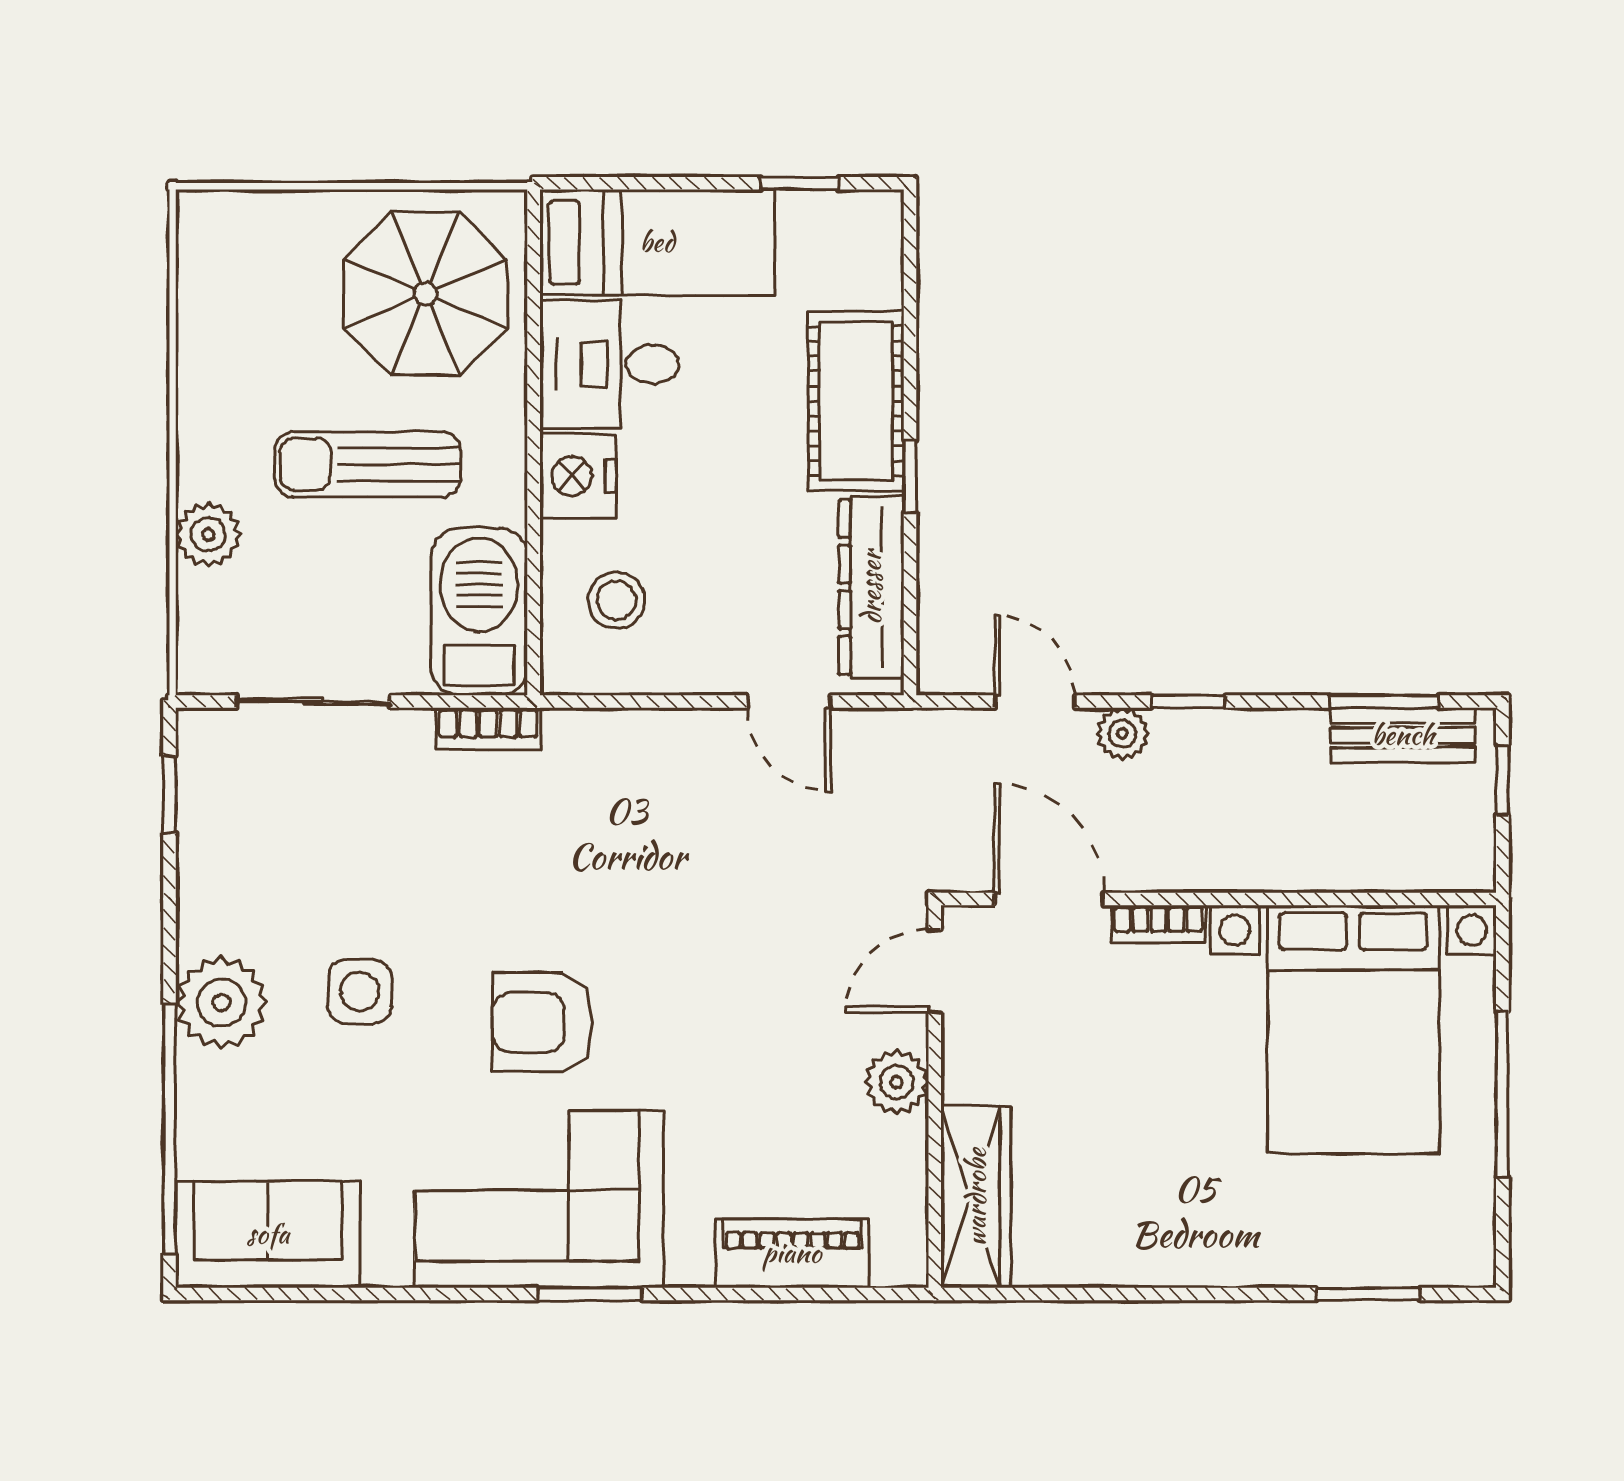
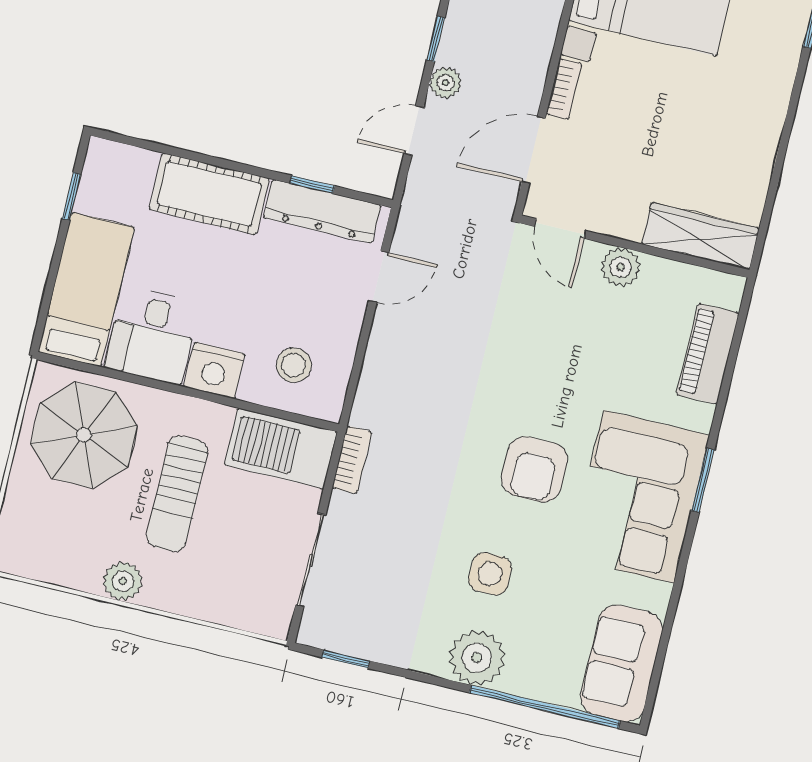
window: (910, 476) -> (312, 185), moved
plant: (208, 534) -> (123, 581), moved

